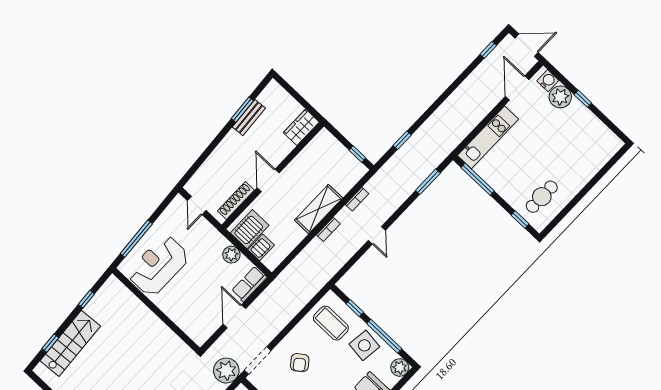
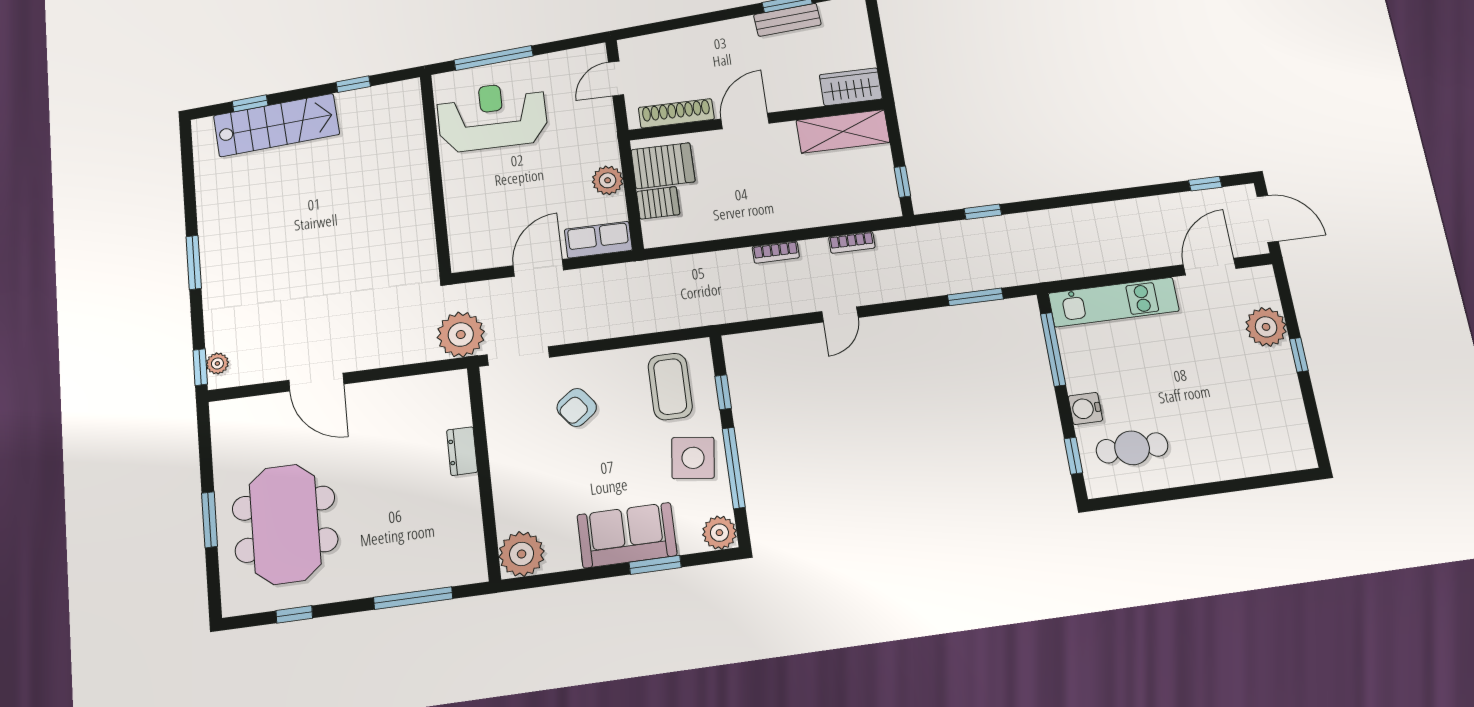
water cooler: (548, 81) -> (1085, 408), moved, turned 180
shelving: (319, 209) -> (843, 131), moved

